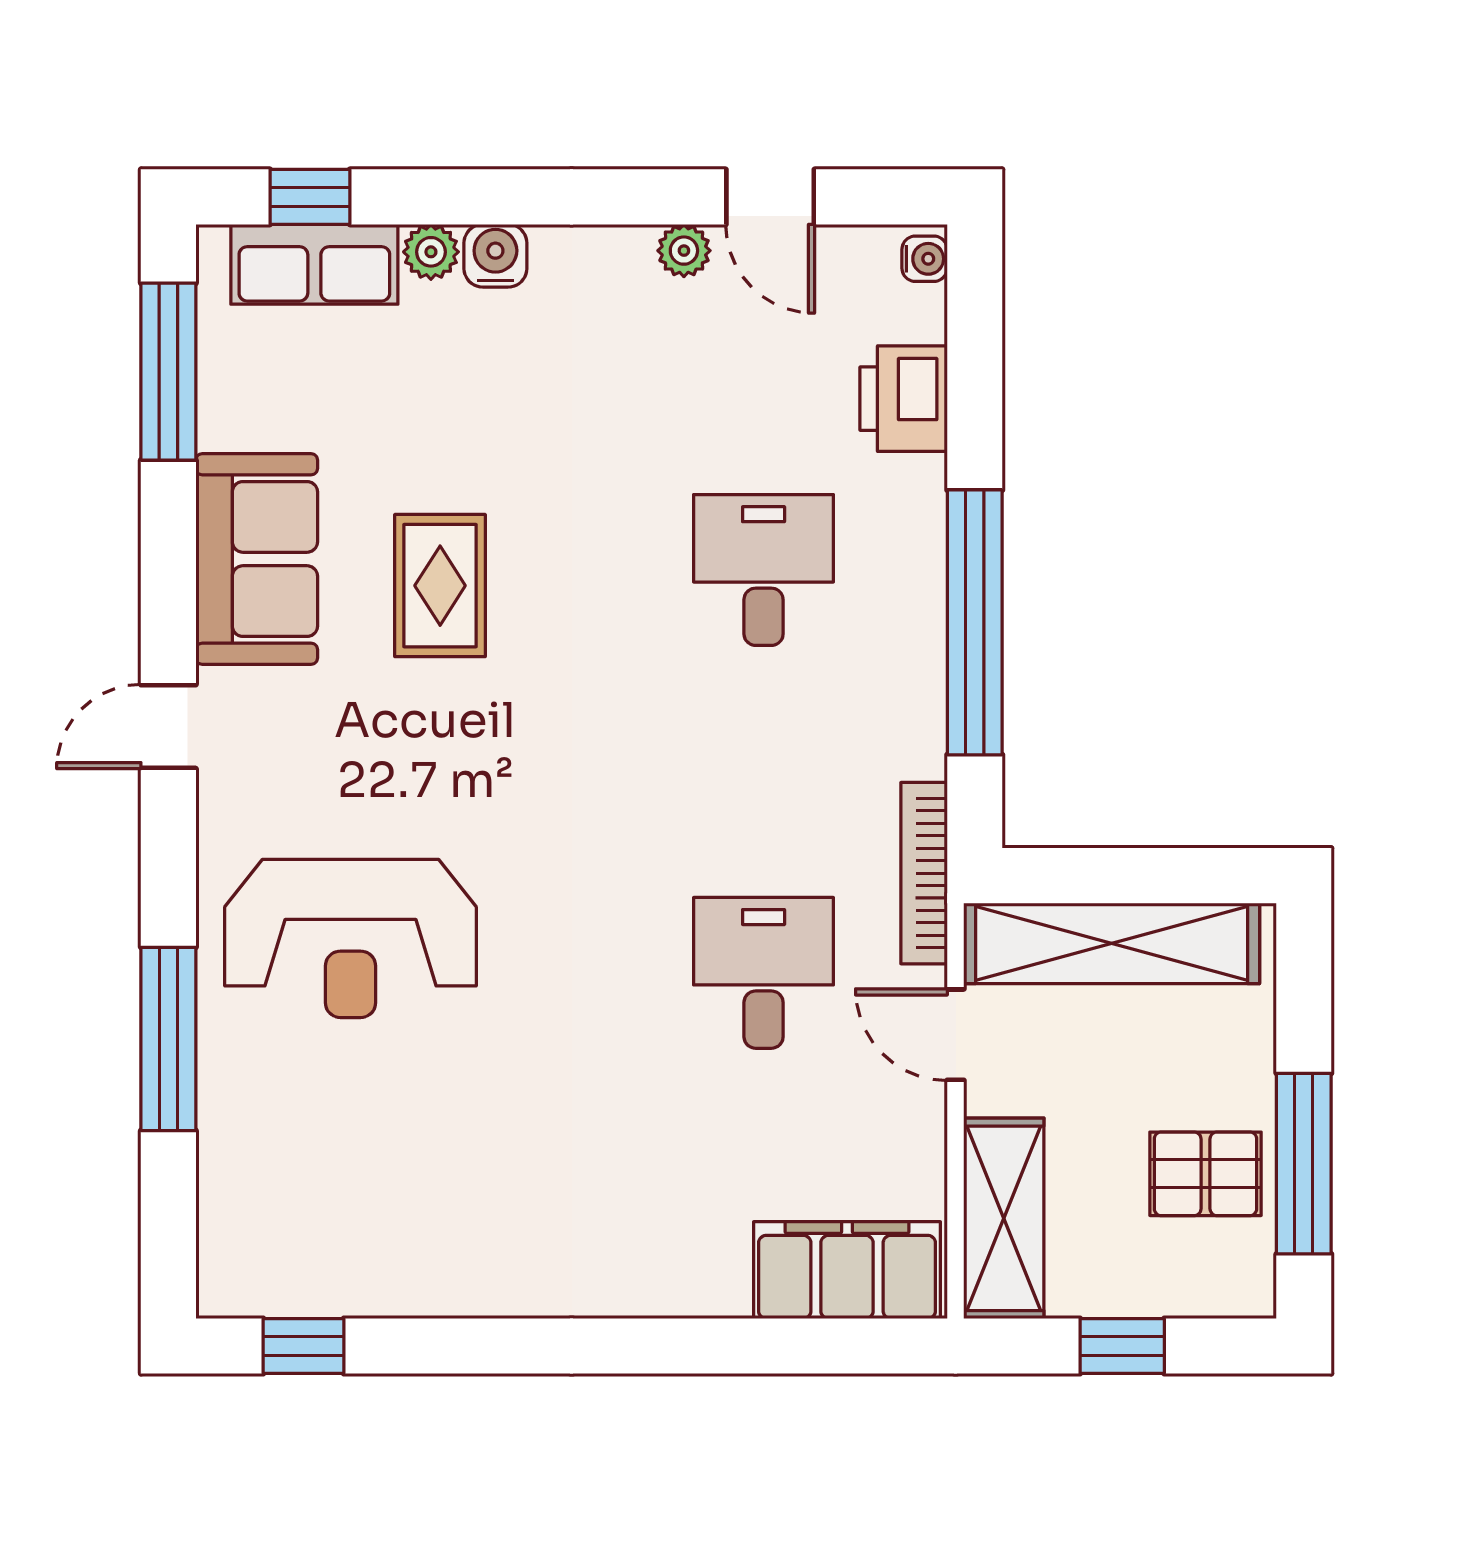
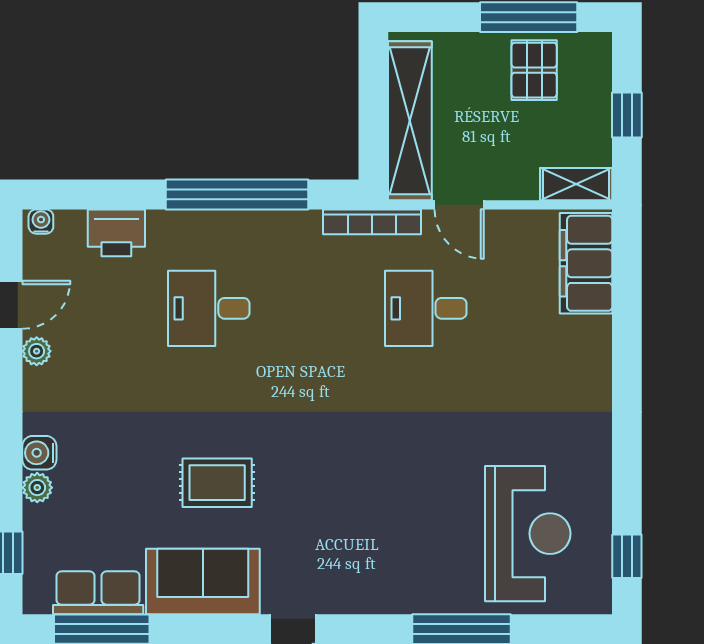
row of seats: (314, 264) -> (98, 593), moved, turned -90
reception desk: (351, 938) -> (528, 534), moved
door: (956, 1035) -> (459, 205), hinge flipped
shelving: (1004, 1218) -> (576, 184), width x0.67, depth x0.75

